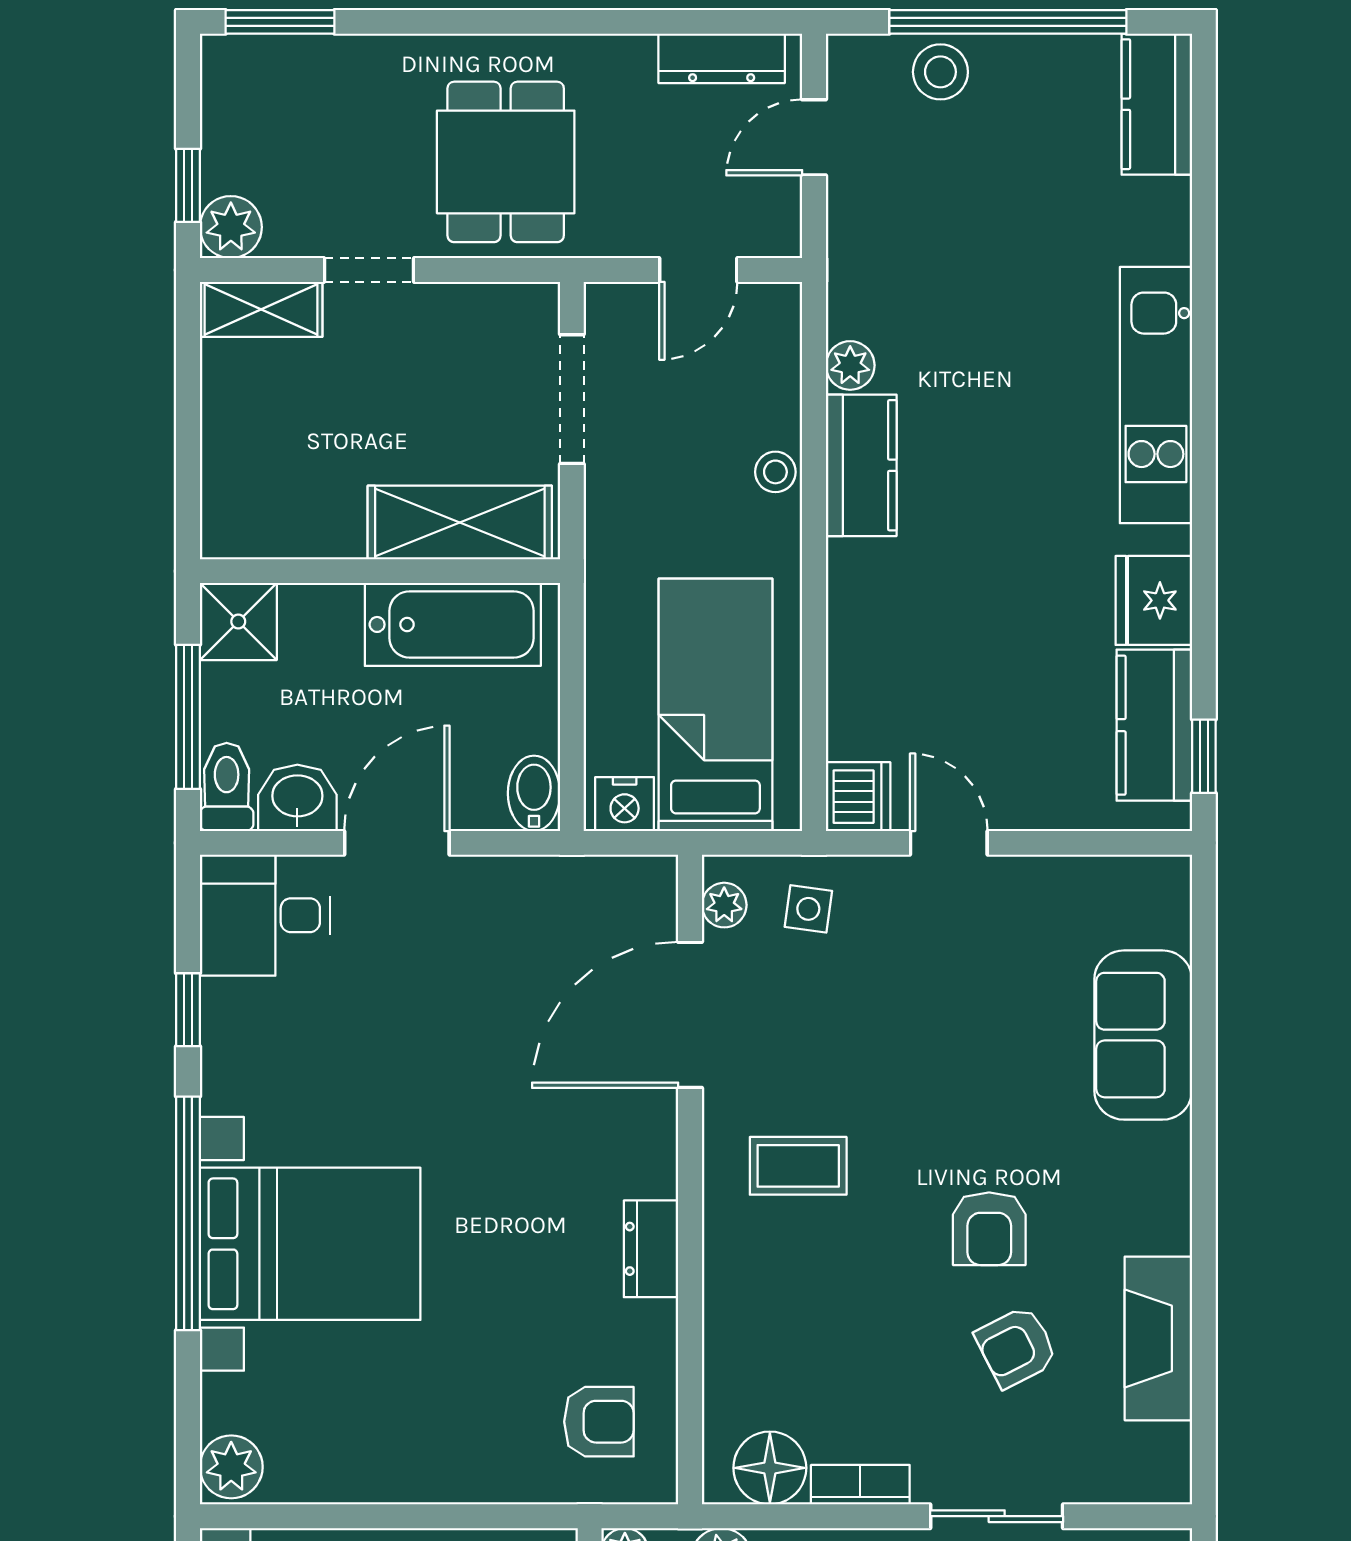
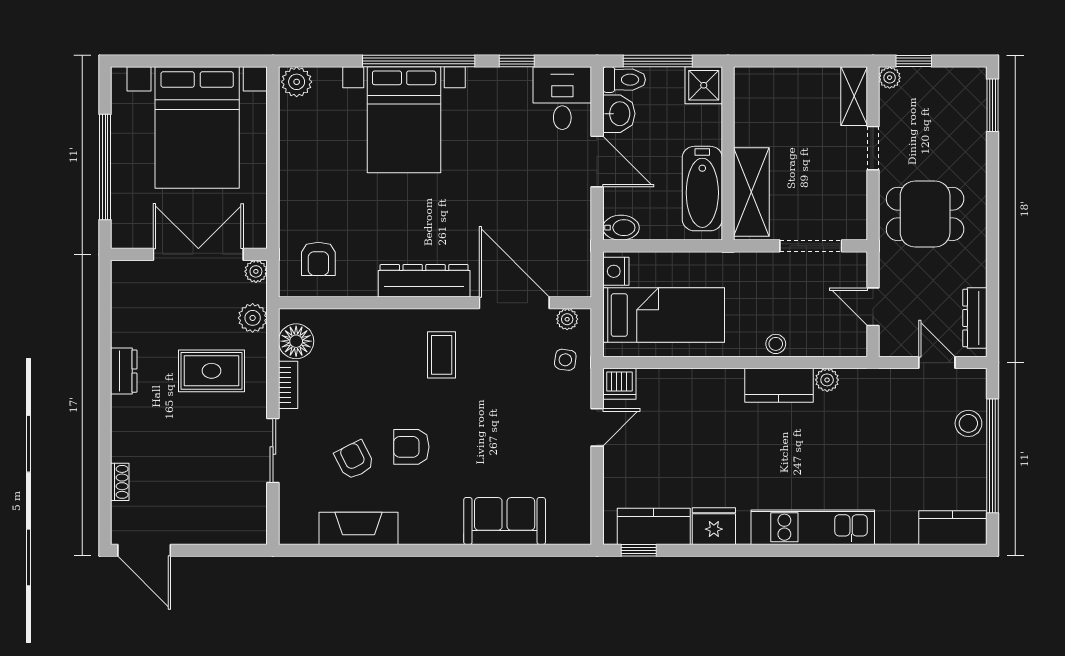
plant: (231, 227) -> (890, 78), width x0.73, depth x0.73
dresser: (651, 1249) -> (424, 281), width x1.96, depth x1.24

